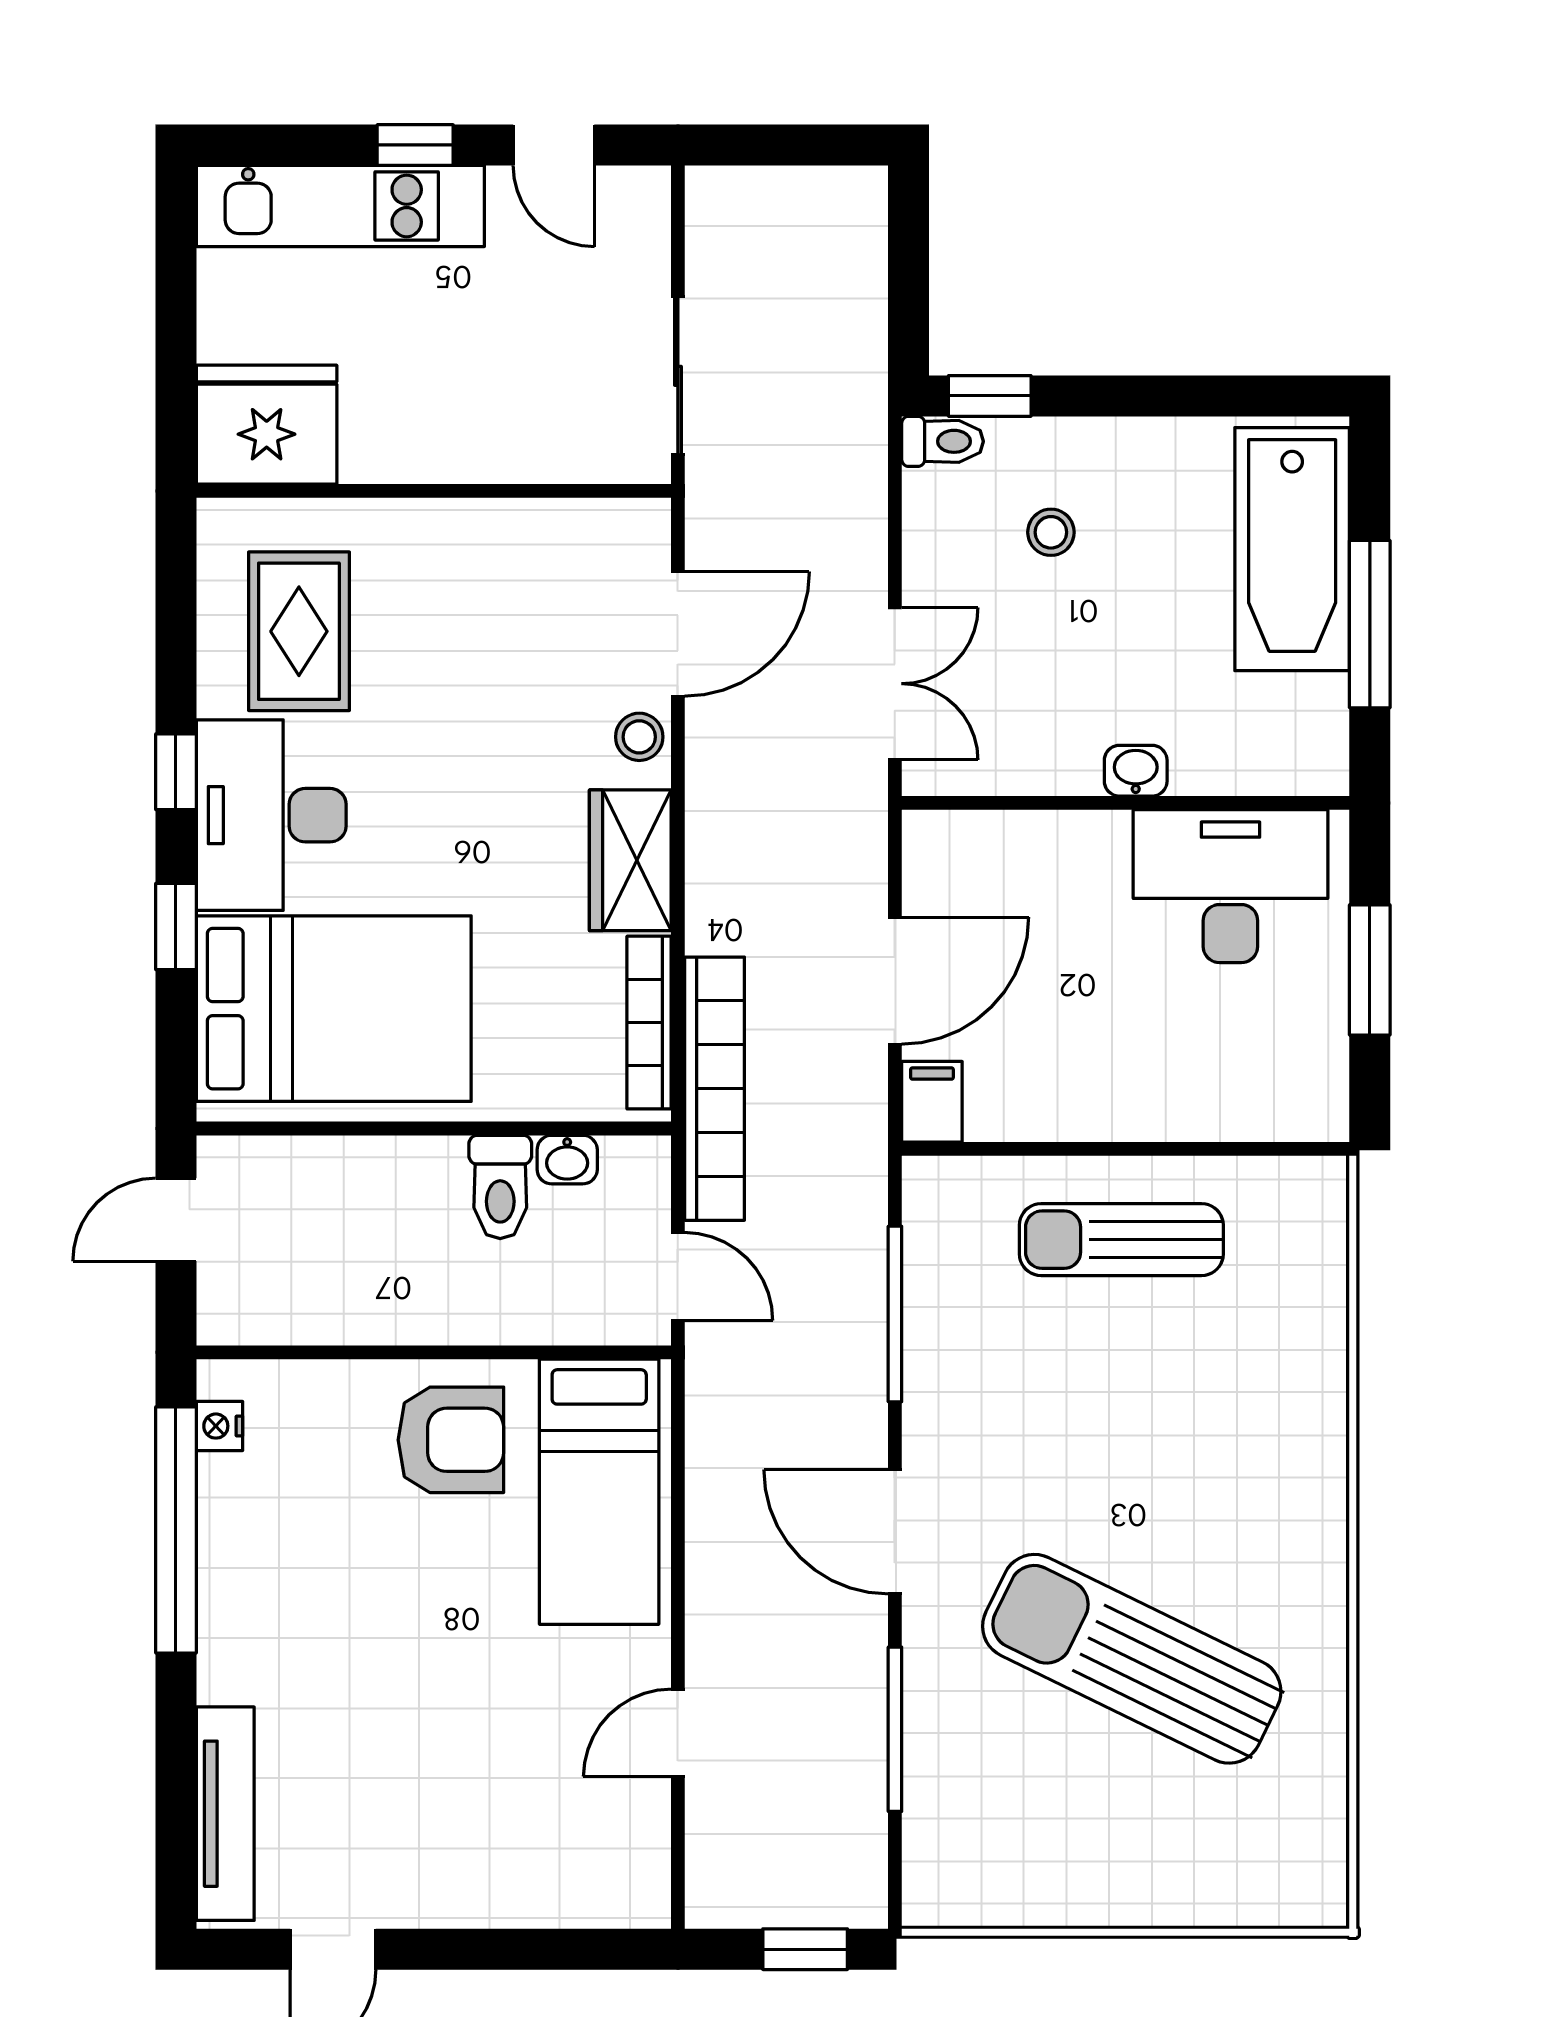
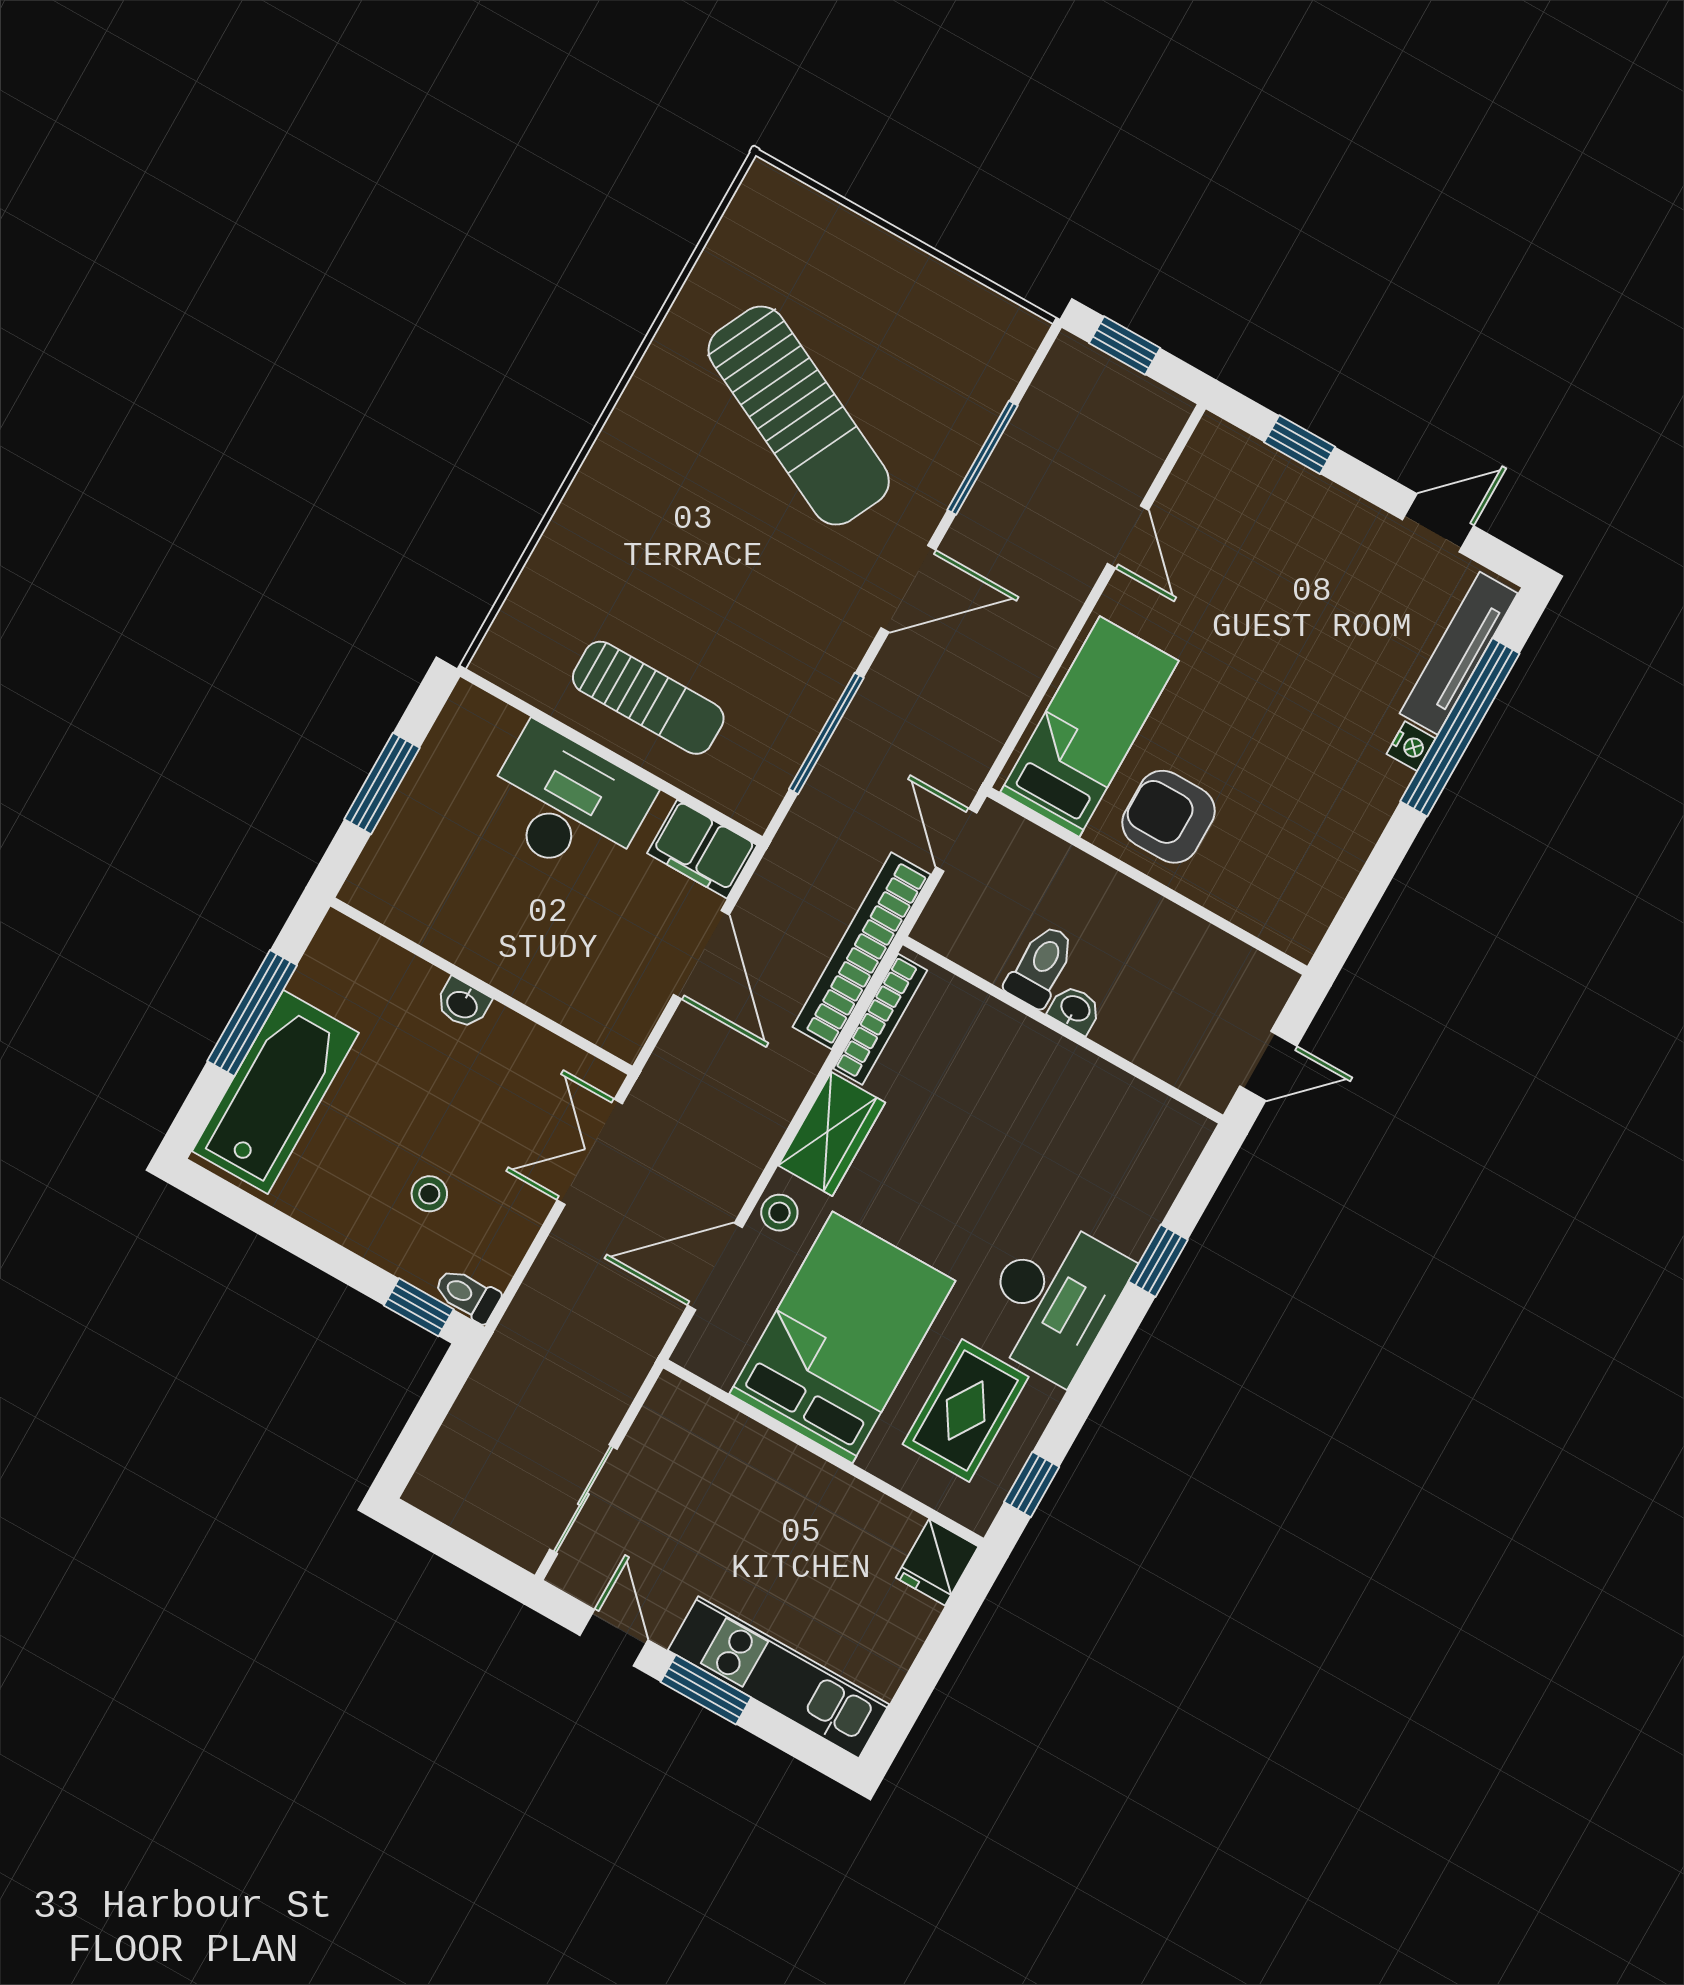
window: (415, 145) -> (706, 1690), width x1.50
sliding door: (678, 376) -> (583, 1499), moved
fridge: (267, 425) -> (937, 1562), width x0.53, depth x0.75
window: (176, 772) -> (1032, 1484), moved
desk: (1230, 886) -> (567, 804), moved, turned 180
door: (895, 981) -> (701, 955), swing flipped
bed: (334, 1009) -> (842, 1337), moved, turned 90
filing cabinet: (932, 1102) -> (702, 849), width x2.00
washbasin: (567, 1160) -> (1075, 1009), moved
nightstand: (220, 1426) -> (1411, 746), moved
window: (176, 1530) -> (1460, 727), moved
door: (895, 1532) -> (908, 589), hinge flipped
door: (678, 1733) -> (1128, 537), hinge flipped
window: (541, 1949) -> (1300, 445), added

